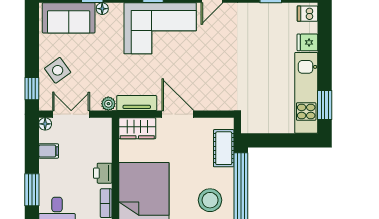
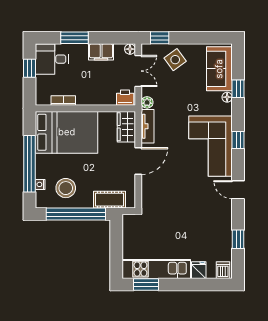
filing cabinet: (49, 151) -> (101, 52), width x2.00
printer: (103, 173) -> (125, 98), moved

